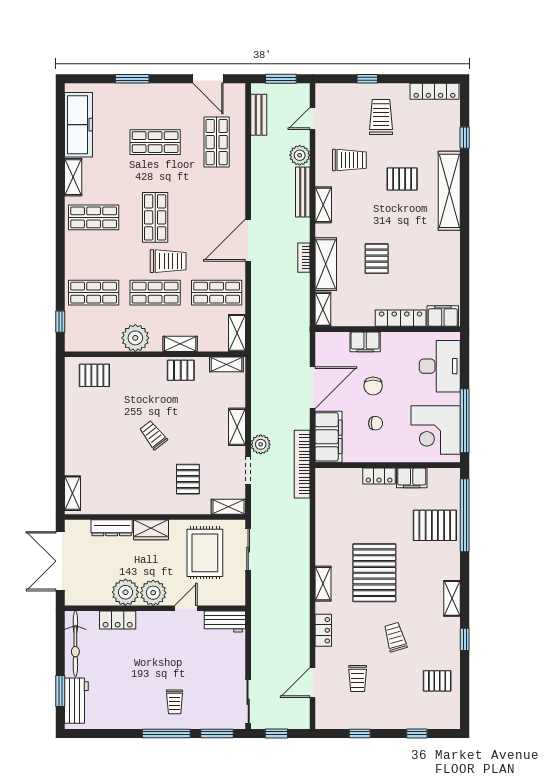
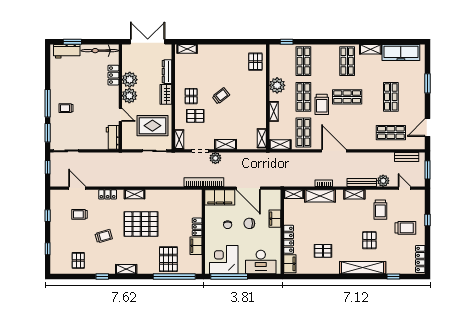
pallet: (377, 259) -> (323, 251), moved
pallet: (181, 370) -> (191, 96), moved

